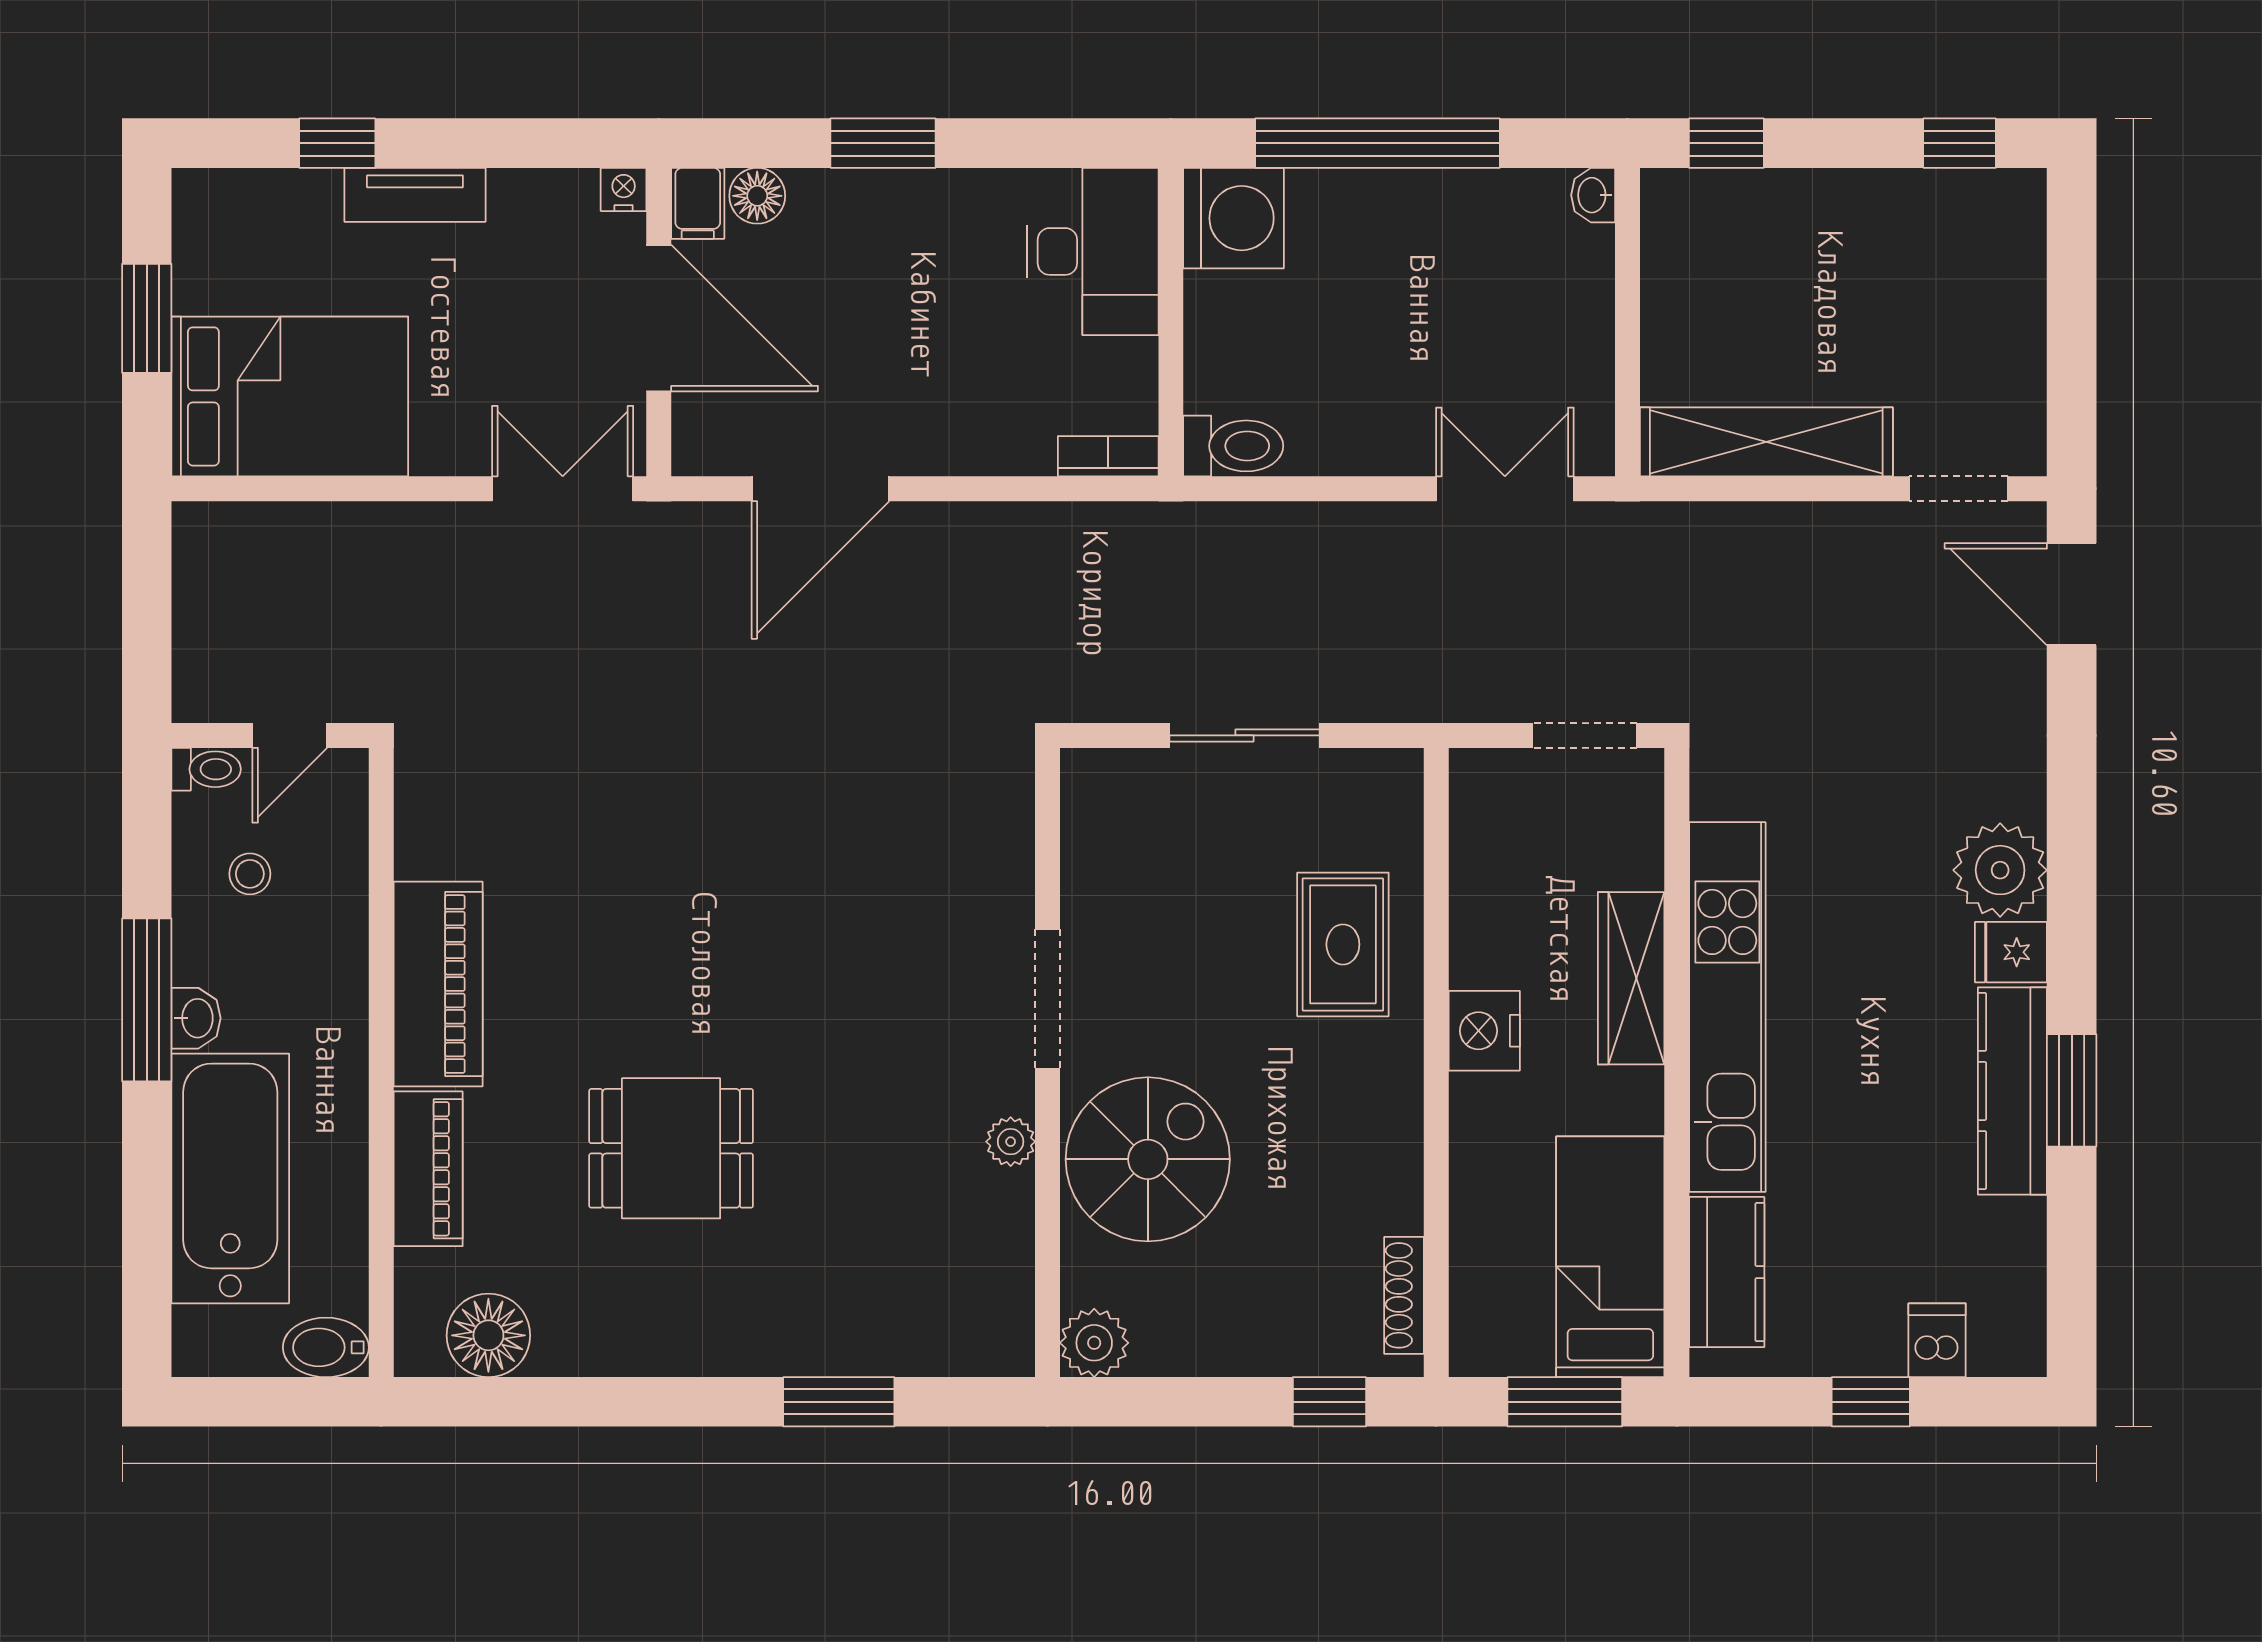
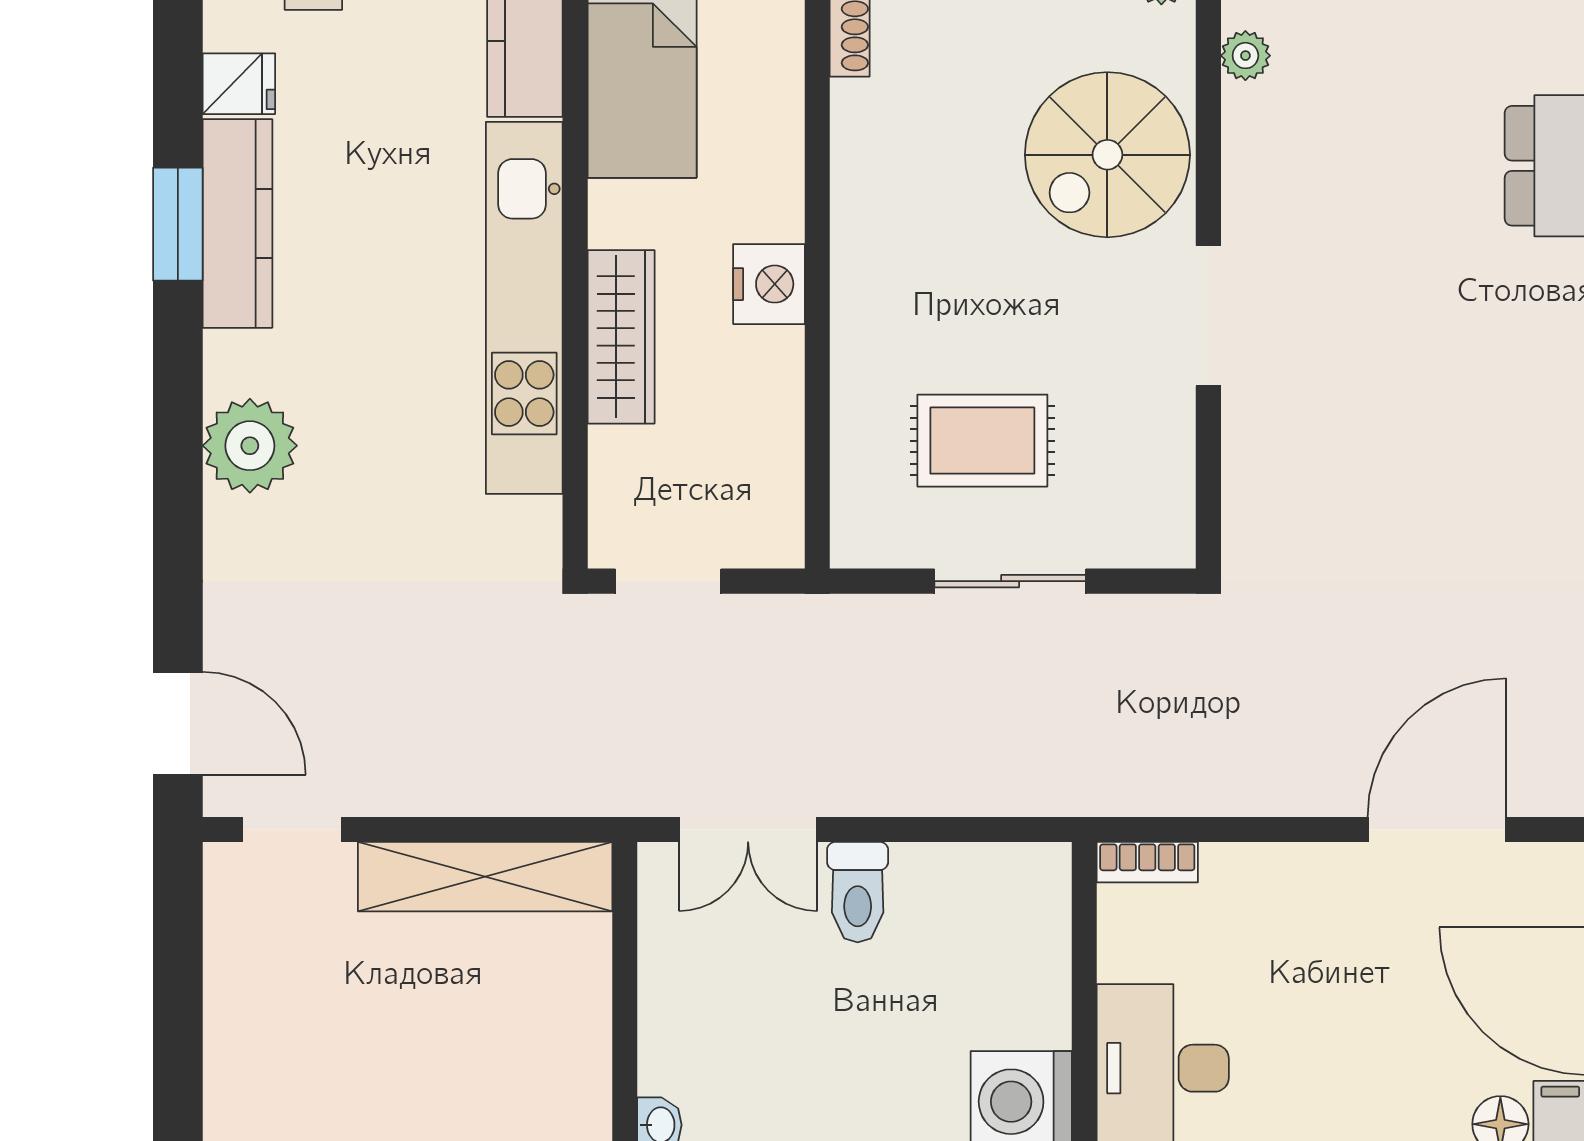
toilet: (1233, 446) -> (858, 892), moved, turned -90
rug: (1343, 944) -> (982, 441), moved, turned 90
fridge: (2011, 952) -> (239, 84), moved
plant: (1011, 1142) -> (1245, 56), moved

